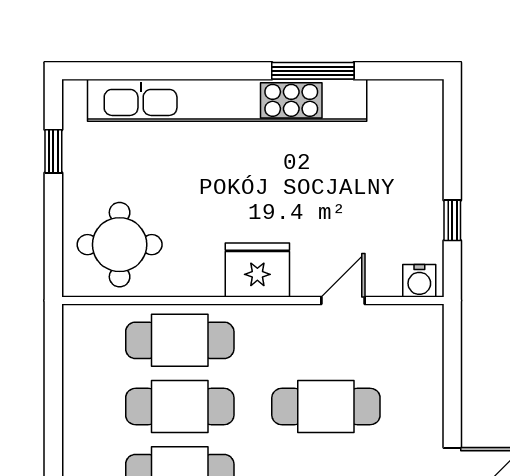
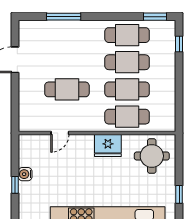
window: (452, 220) -> (15, 185), moved
fridge: (257, 270) -> (108, 146), moved
water cooler: (419, 281) -> (25, 174), moved, turned -90

